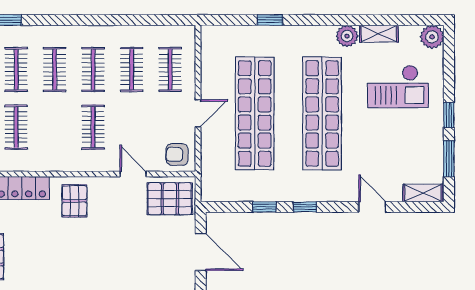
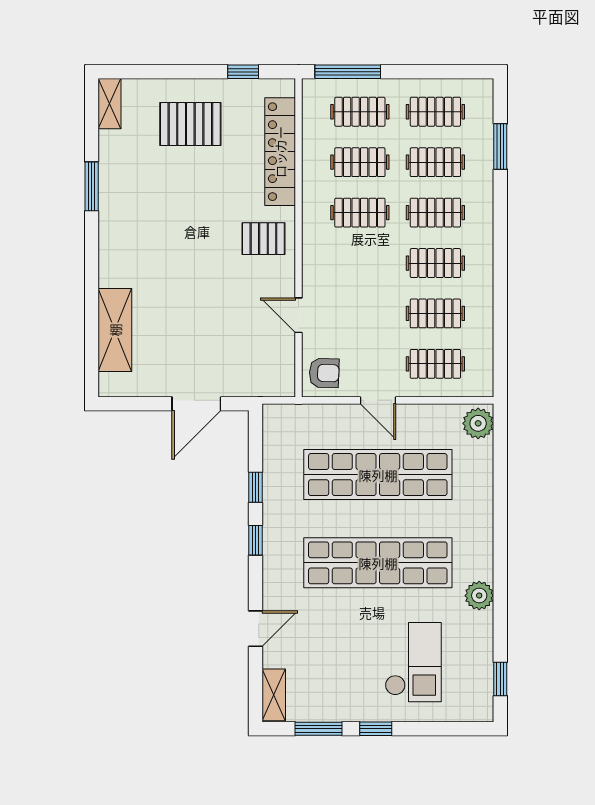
window: (270, 20) -> (500, 679), moved
shelving: (379, 34) -> (482, 637), removed
plant: (432, 37) -> (478, 423), moved
checkout: (398, 86) -> (413, 662), turned 180
clothes rail: (93, 127) -> (360, 213), moved
armchair: (177, 154) -> (324, 373), turned 92
door: (133, 174) -> (299, 315), swing flipped
pallet: (170, 199) -> (266, 363), removed

